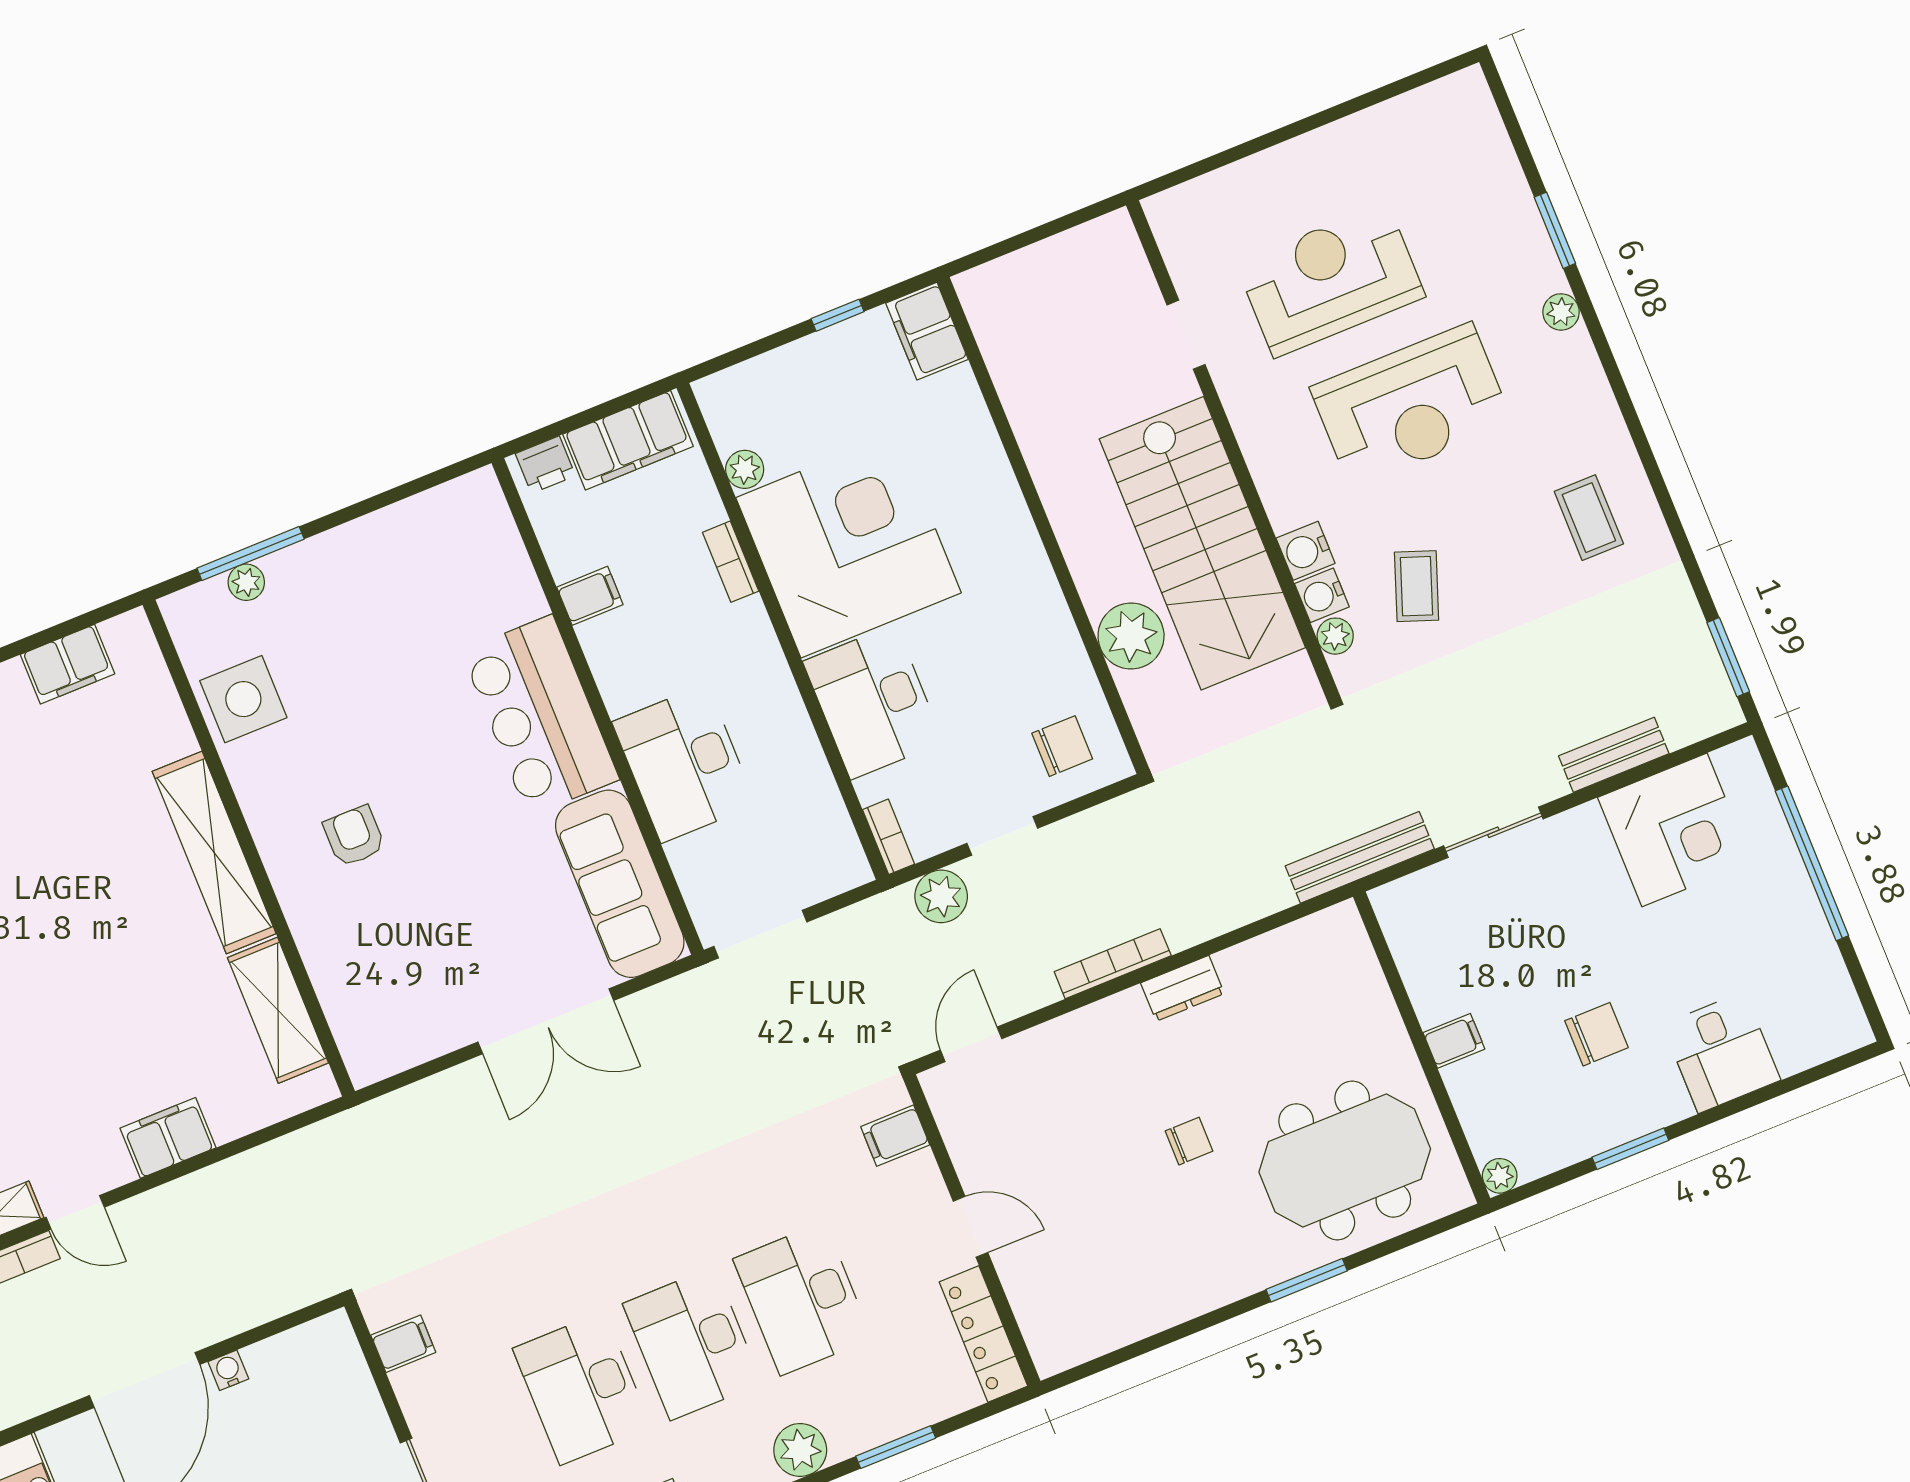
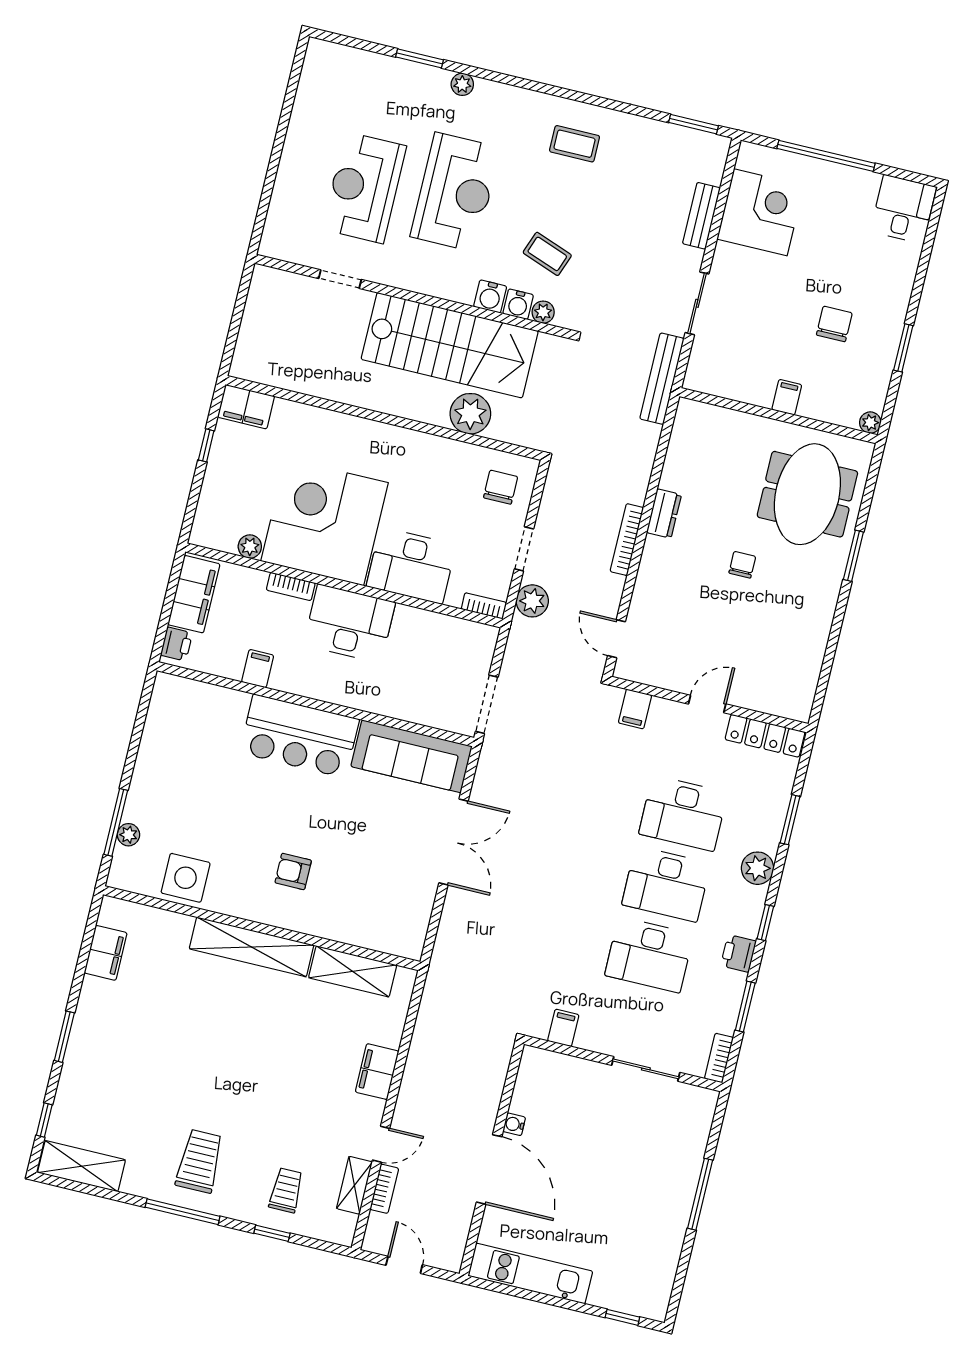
desk: (684, 764) -> (349, 624), moved, turned 180
desk: (1721, 1052) -> (903, 209), moved, turned -90

